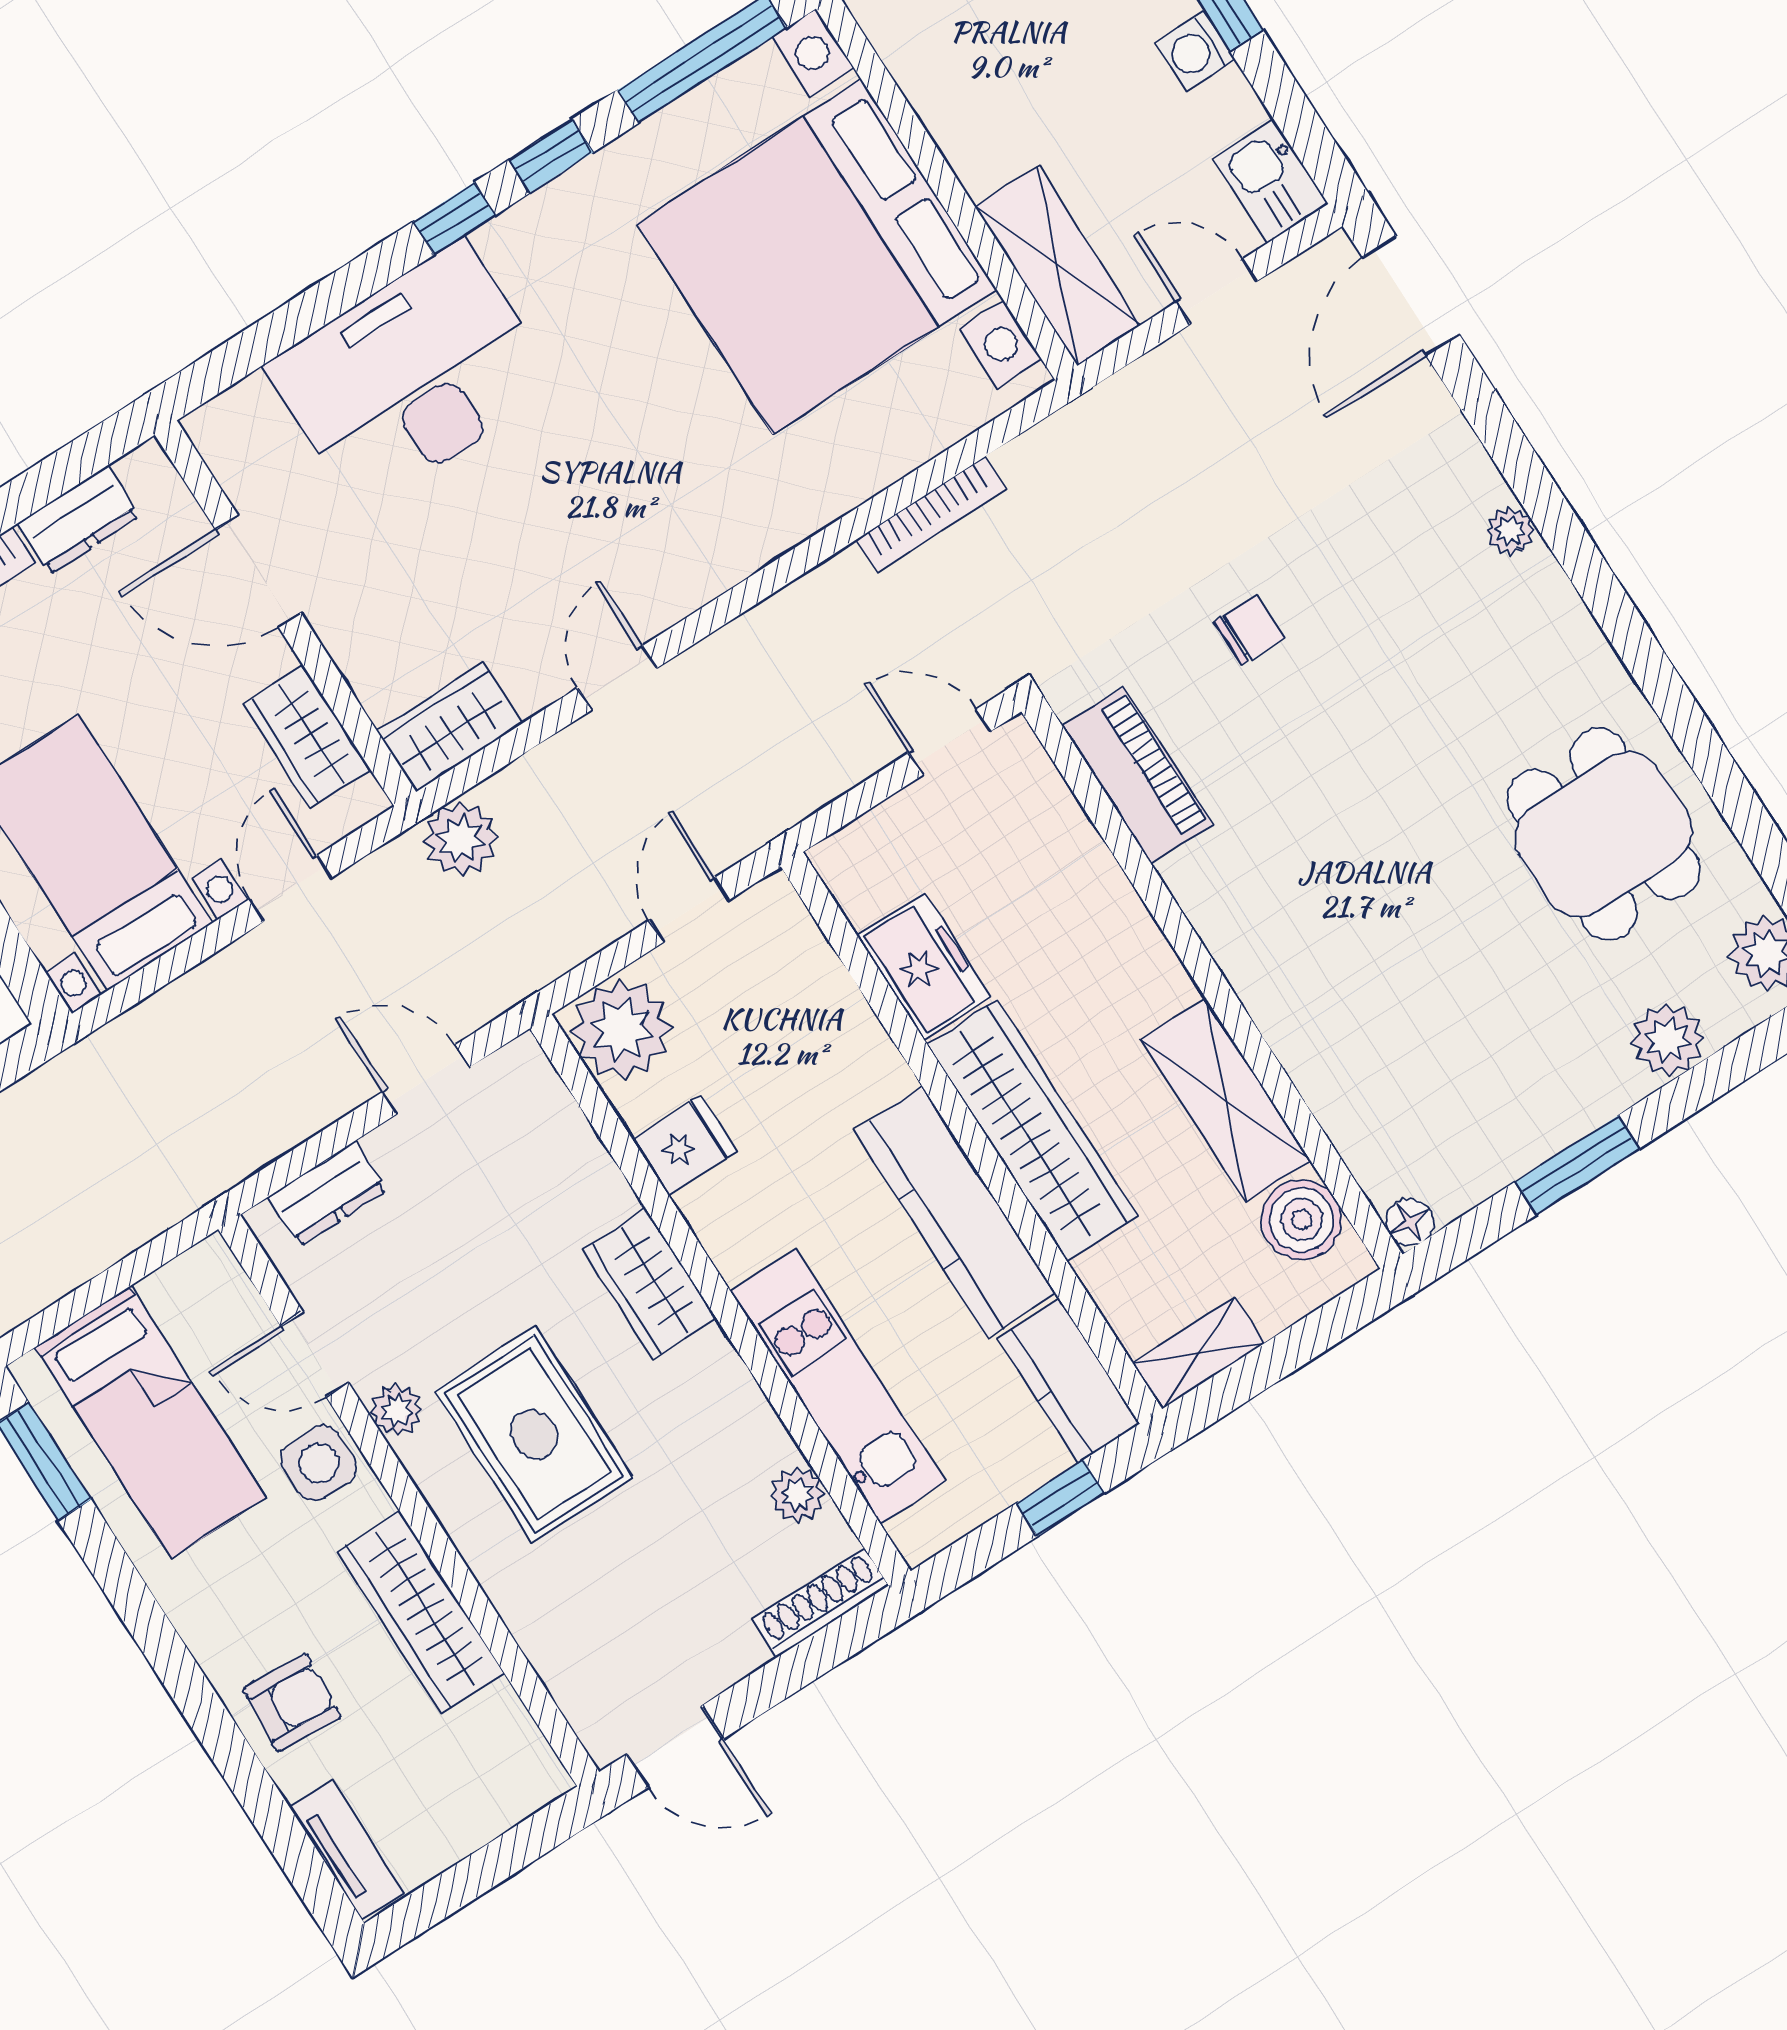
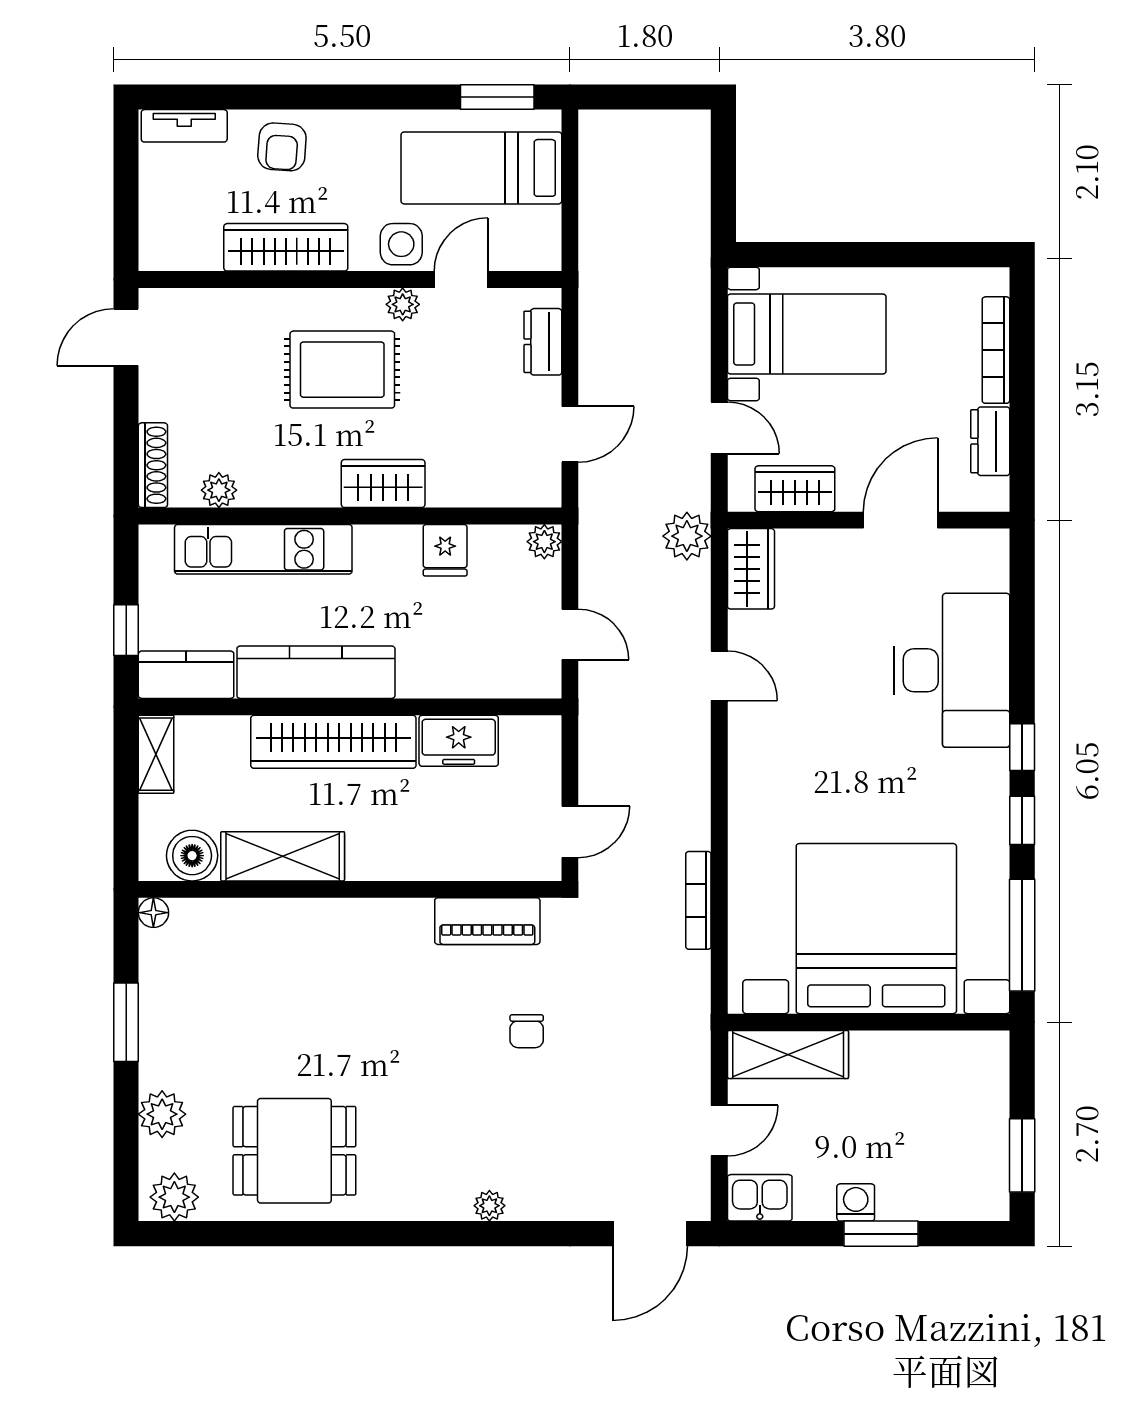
door: (1411, 295) -> (650, 1234), swing flipped
plant: (622, 1029) -> (544, 542), width x0.53, depth x0.53

